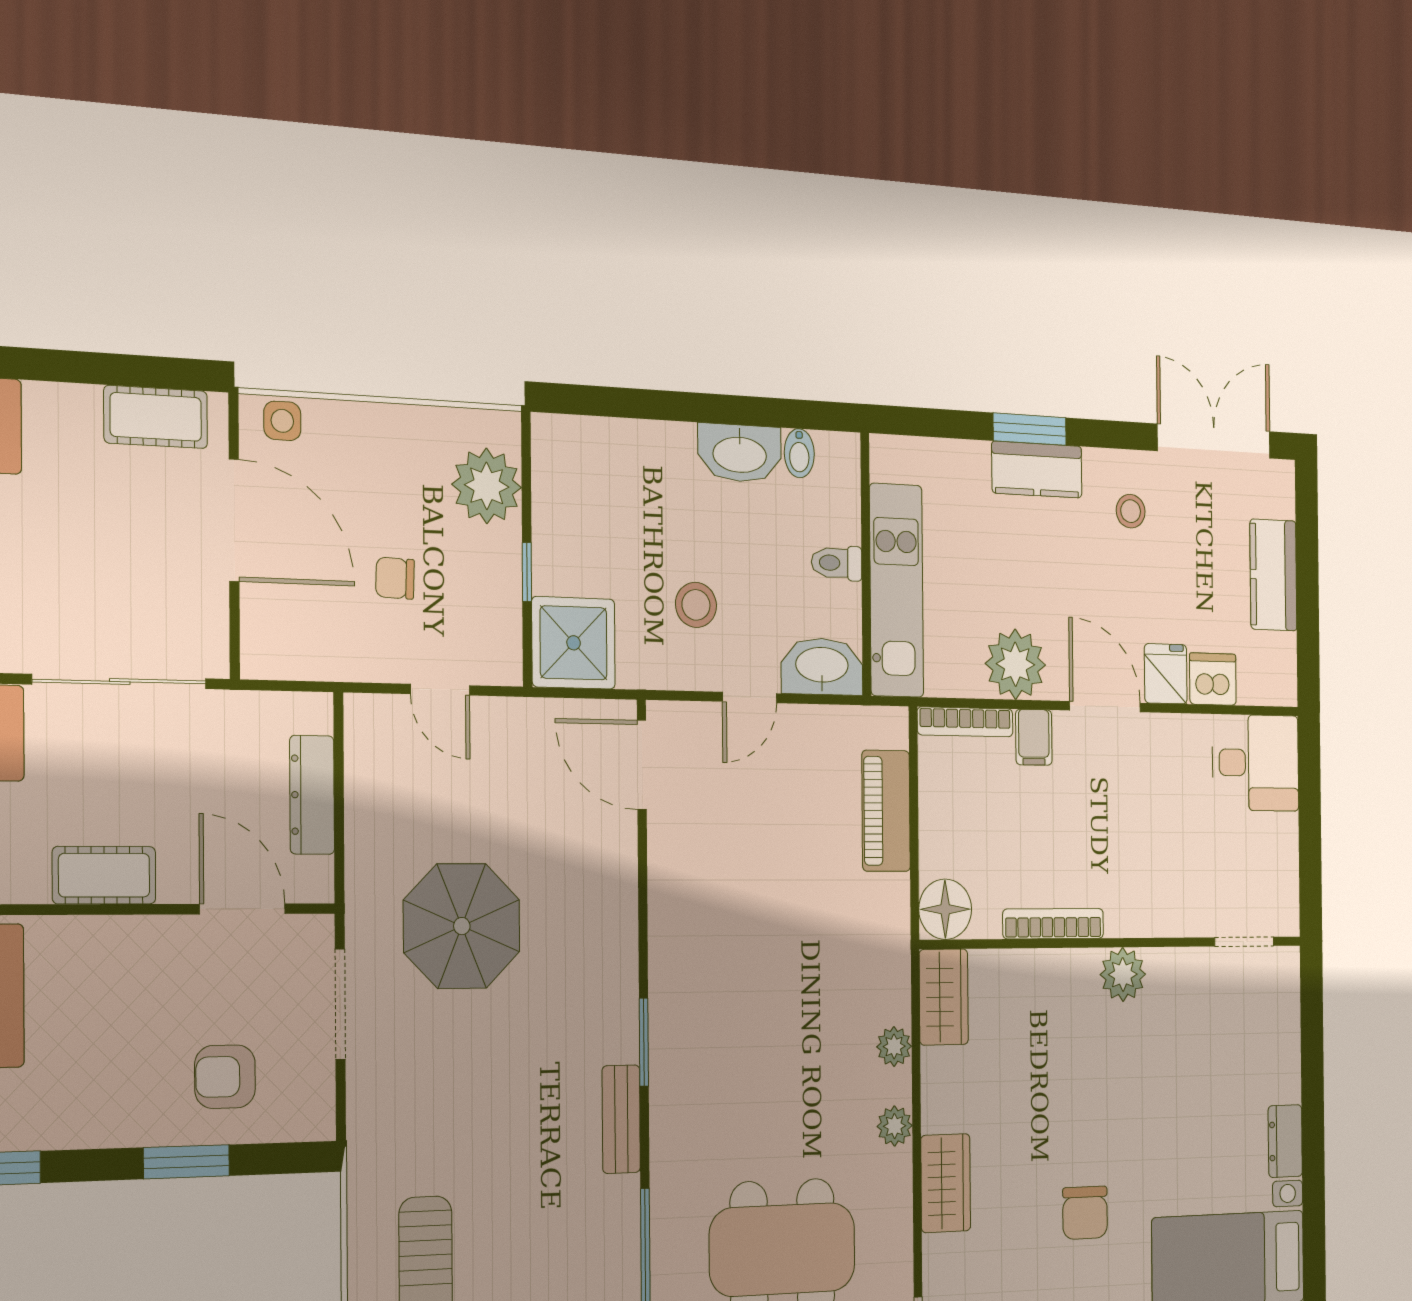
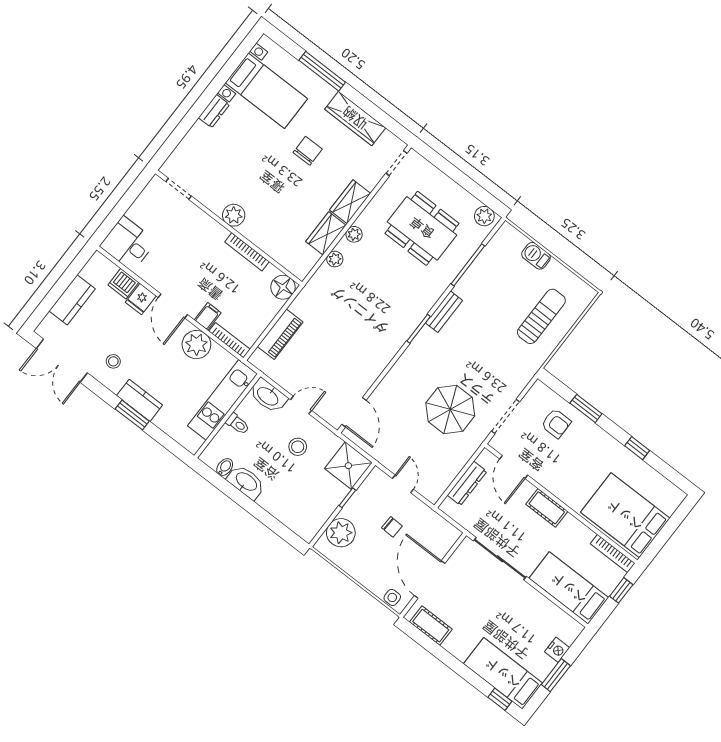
wardrobe: (944, 997) -> (326, 233), moved

